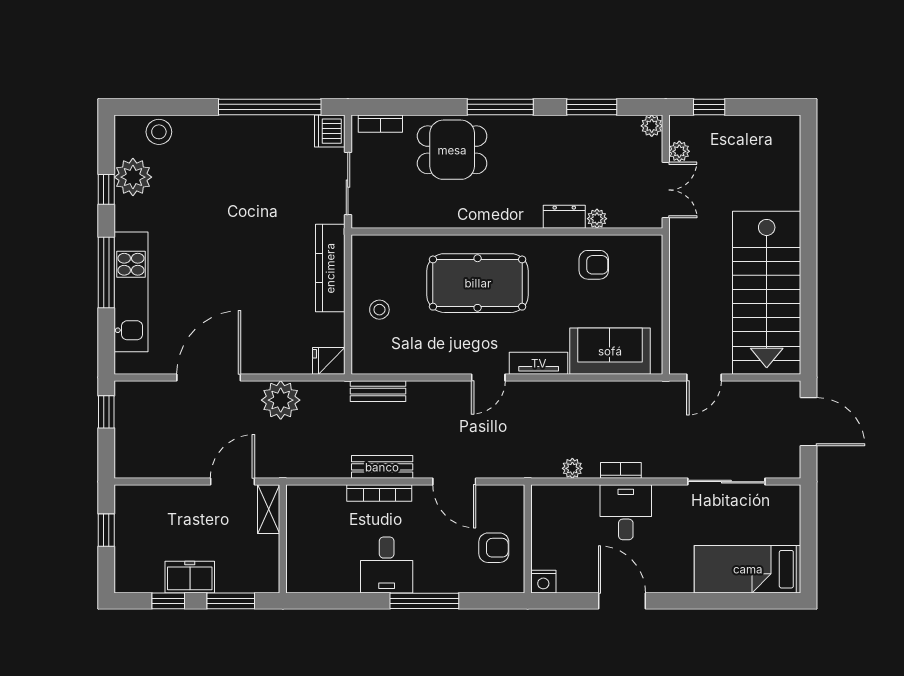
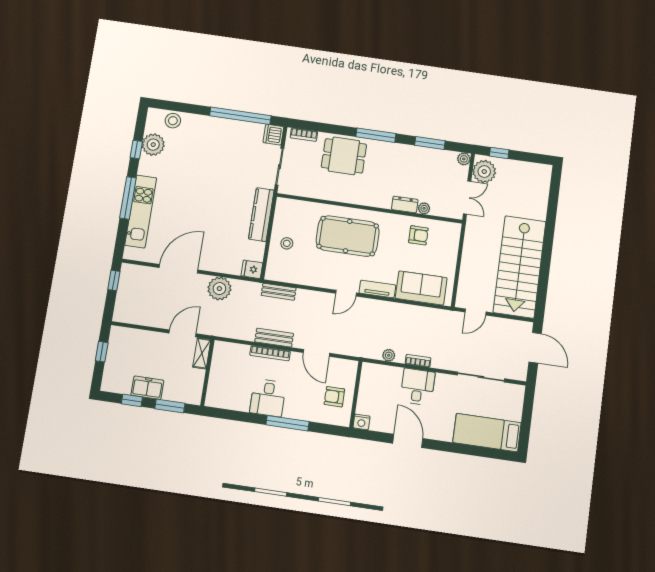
plant: (679, 151) -> (484, 172), width x1.88, depth x1.88
armchair: (494, 548) -> (334, 397), turned 180

